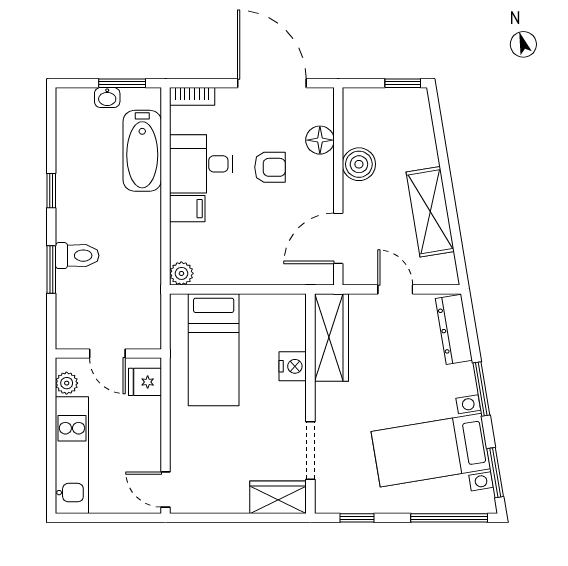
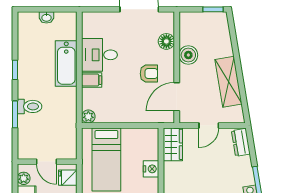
window: (122, 83) -> (55, 9), removed
bookcase: (192, 96) -> (94, 17), removed
bathtub: (142, 151) -> (66, 63), moved
armchair: (270, 167) -> (149, 74), moved
door: (395, 289) -> (209, 126), swing flipped
dresser: (454, 329) -> (241, 142), width x0.70
wardrobe: (332, 337) -> (173, 144), width x0.67

